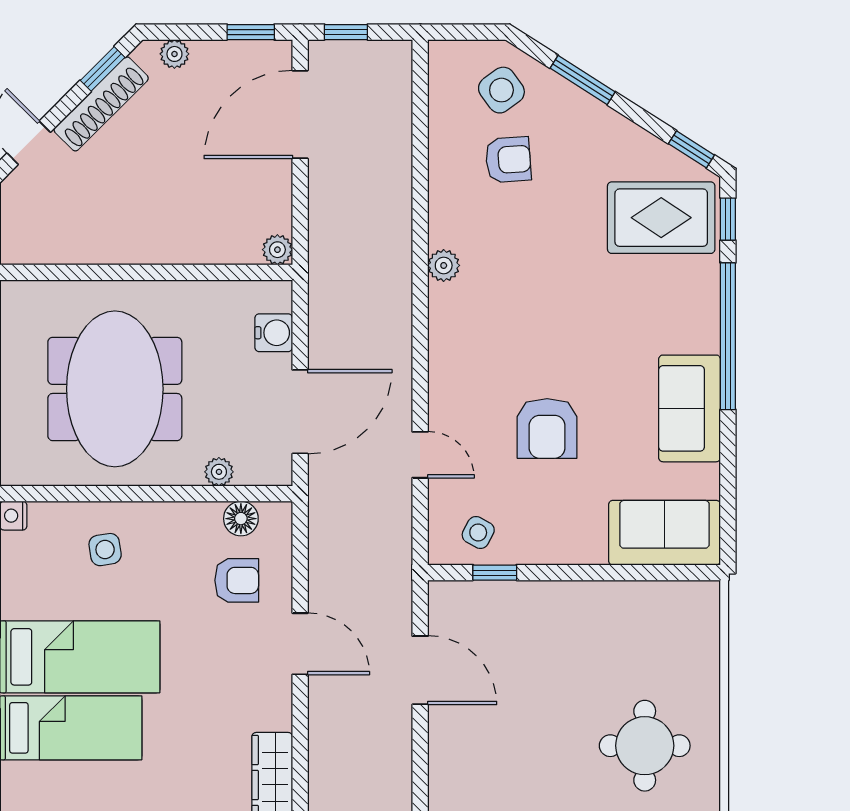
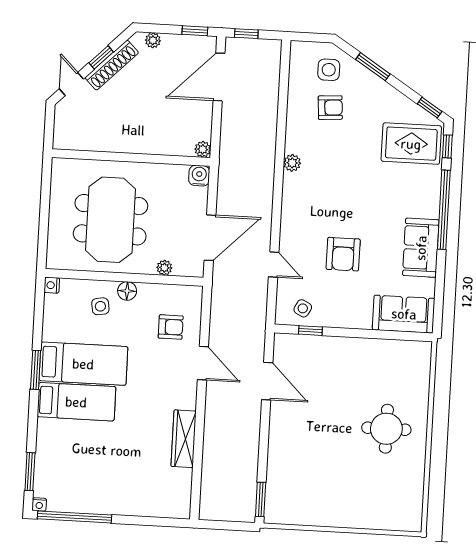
window: (103, 69) -> (101, 57), moved
side table: (501, 90) -> (329, 70), turned 36
water cooler: (274, 333) -> (199, 176), moved, turned -90
floor lamp: (241, 519) -> (127, 291), moved

